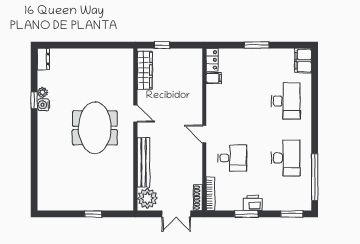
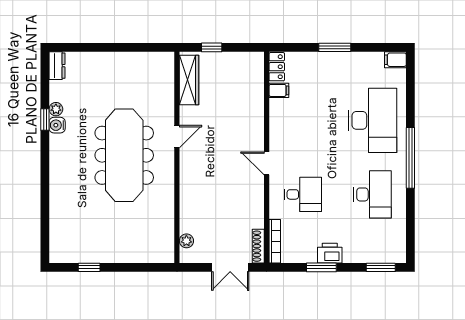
filing cabinet: (303, 61) -> (395, 60), width x0.50
desk: (286, 101) -> (372, 120), width x1.36, depth x1.30
door: (135, 114) -> (177, 137), hinge flipped
meeting table: (95, 128) -> (124, 155), width x1.36
bench: (144, 162) -> (188, 200), removed
window: (315, 177) -> (410, 158), moved
plant: (147, 198) -> (186, 241), width x0.53, depth x0.53
window: (93, 214) -> (89, 267), moved

